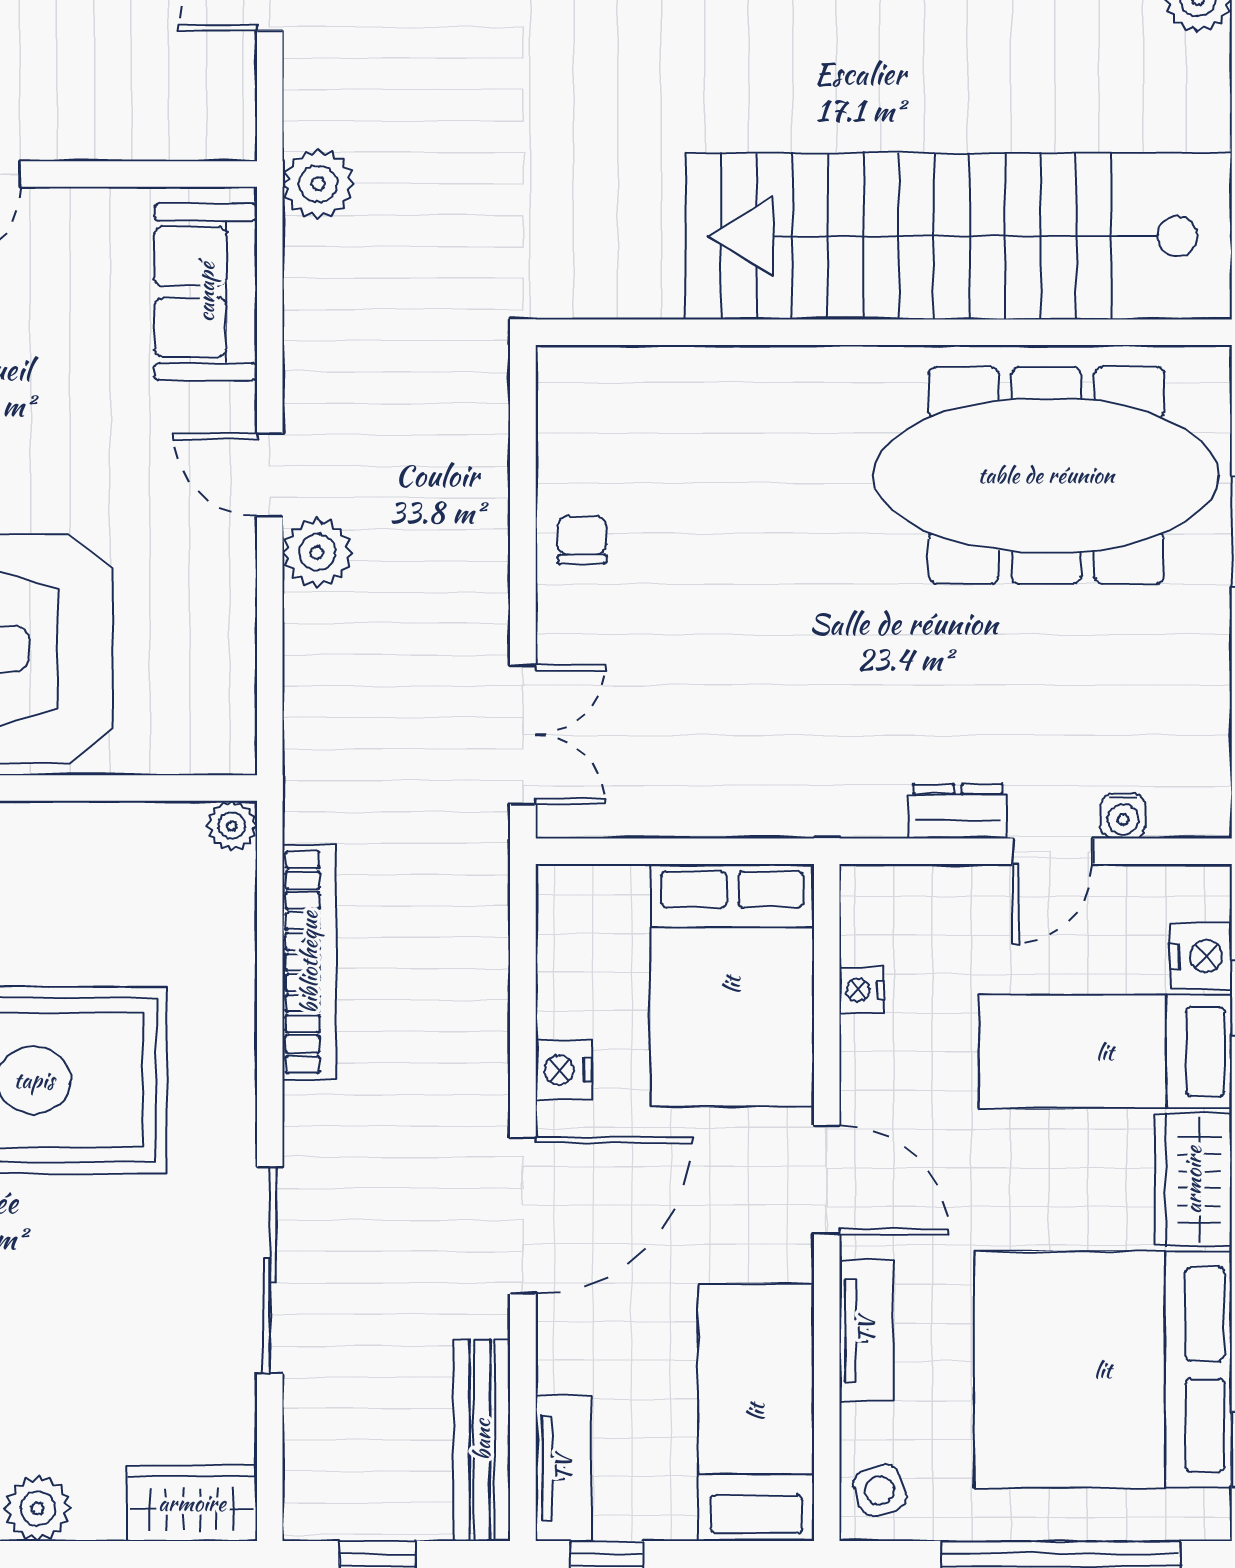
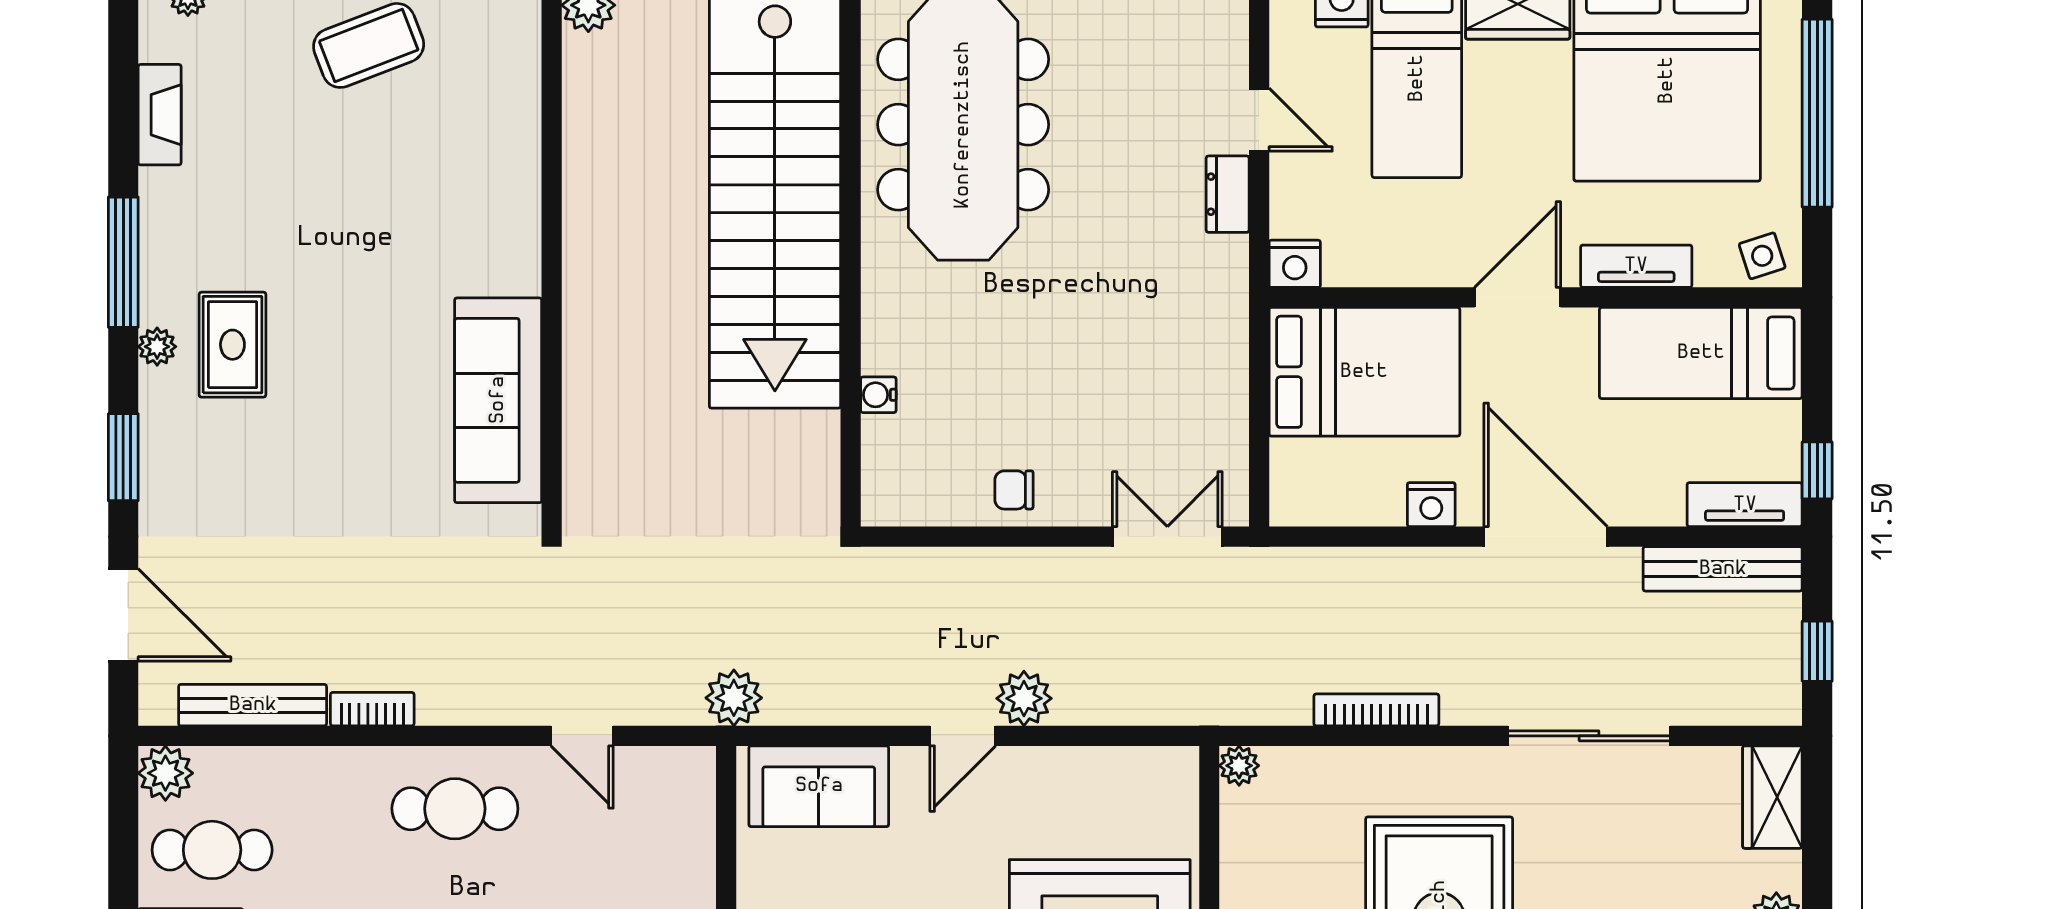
water cooler: (1123, 816) -> (878, 395), moved, turned 180
bookcase: (309, 962) -> (1376, 710), width x0.68, depth x0.76
nightstand: (862, 990) -> (1295, 264), moved, width x1.39, depth x1.35

